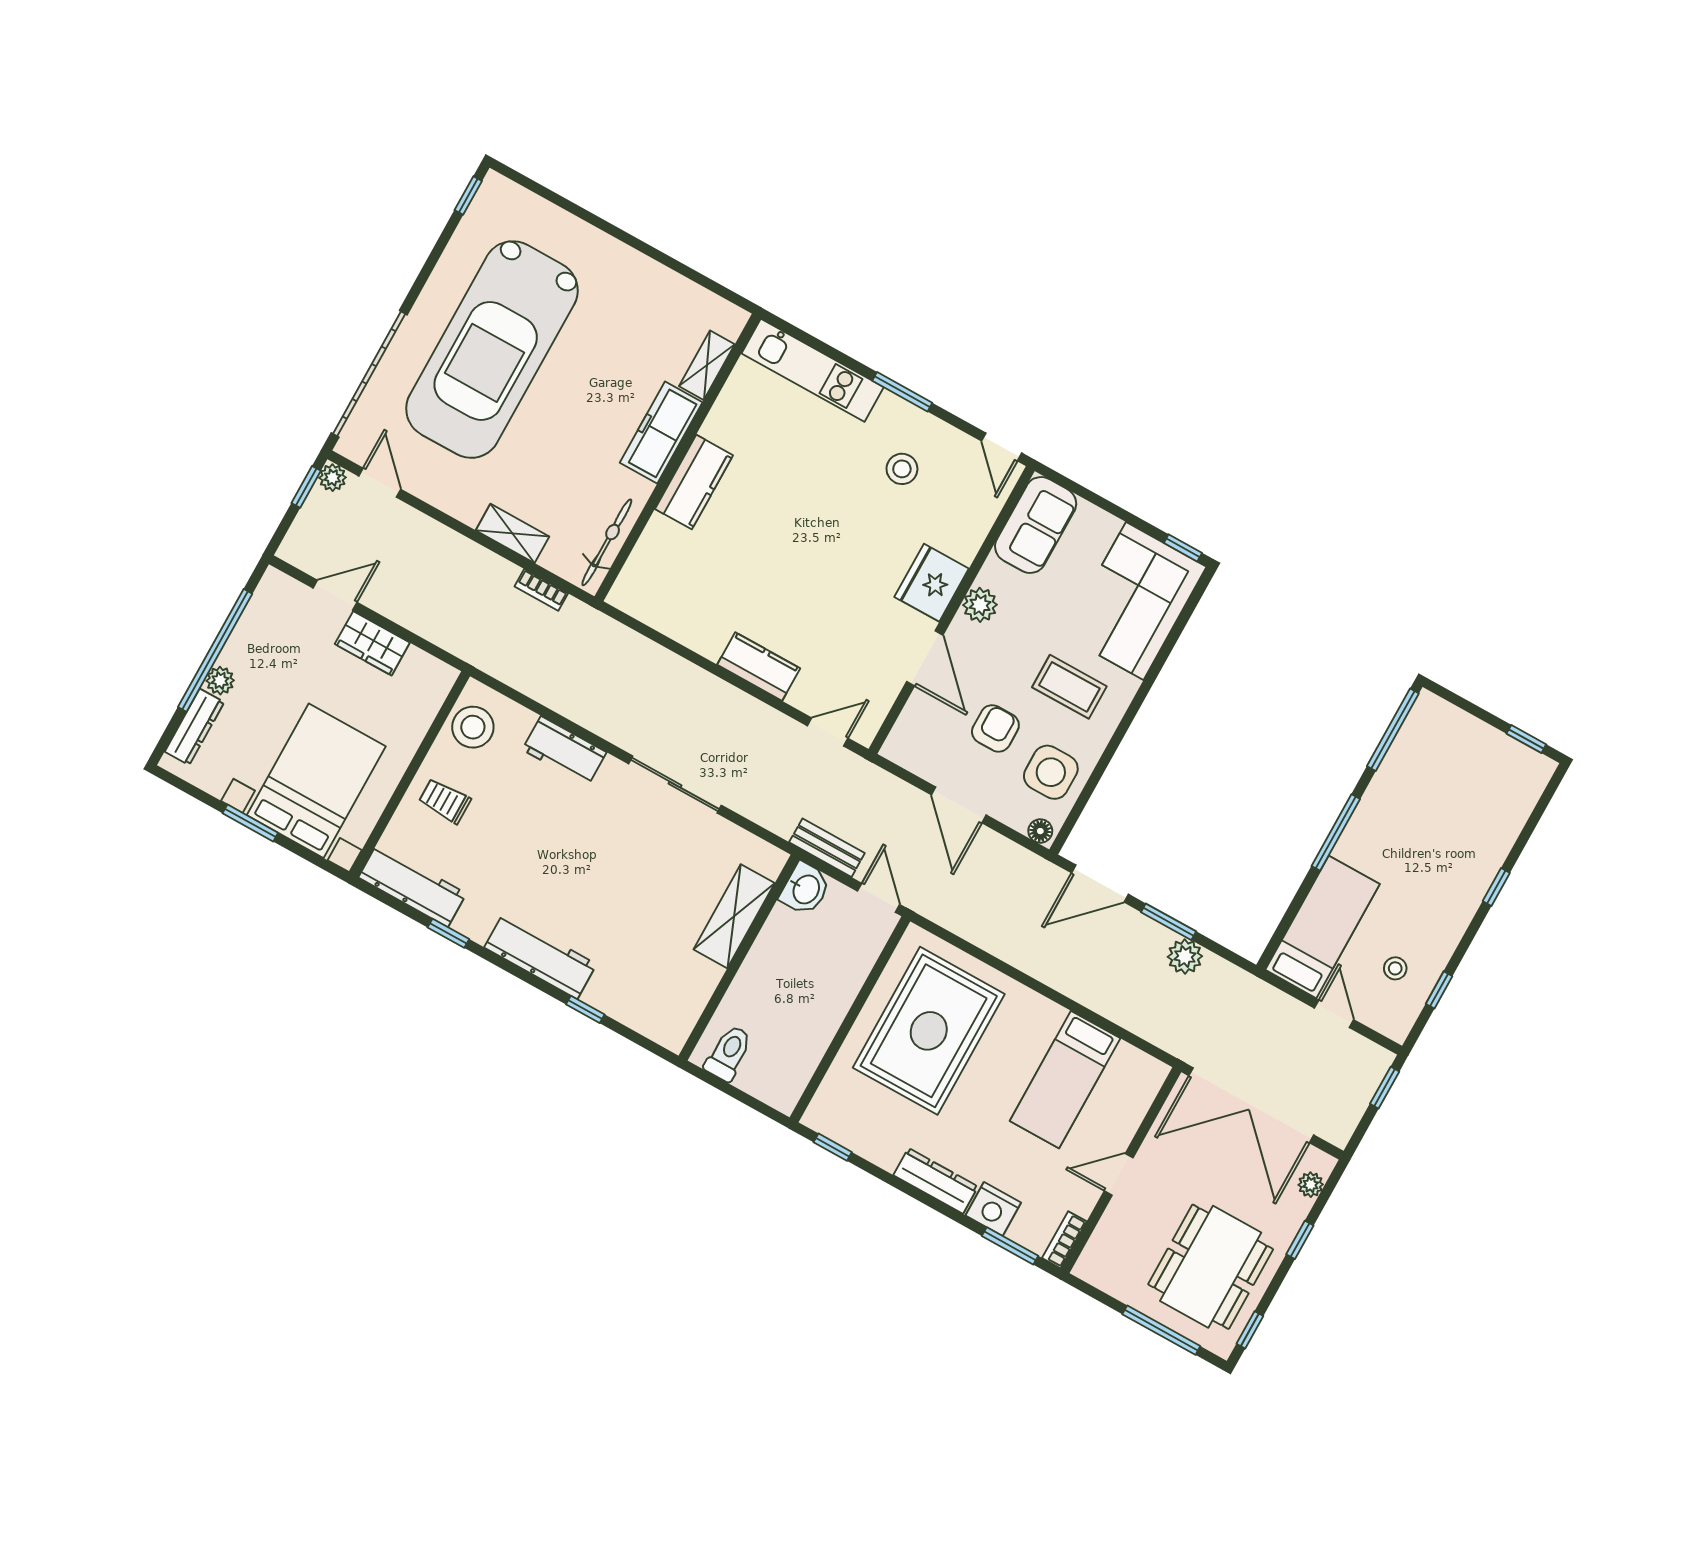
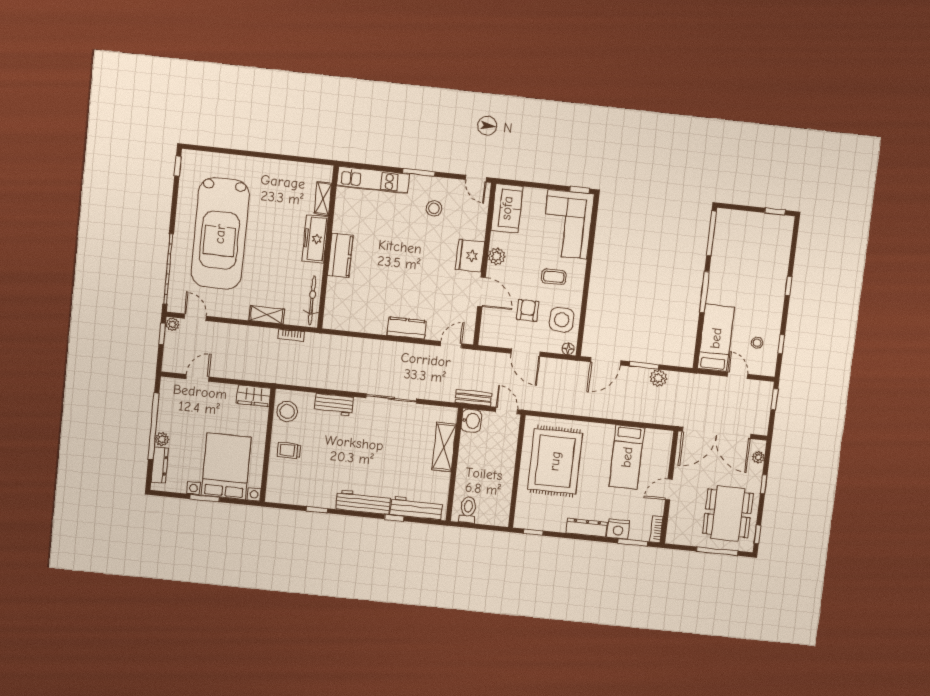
wardrobe: (372, 643) -> (254, 396), moved
coffee table: (1069, 687) -> (554, 277), width x0.73, depth x0.77
workbench: (412, 885) -> (416, 508), moved

